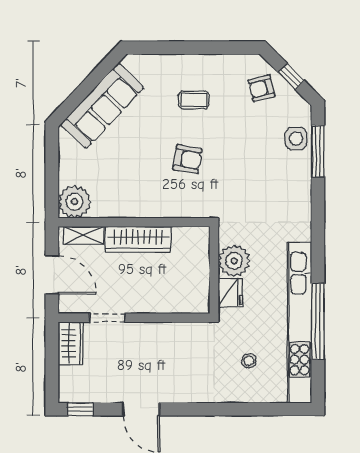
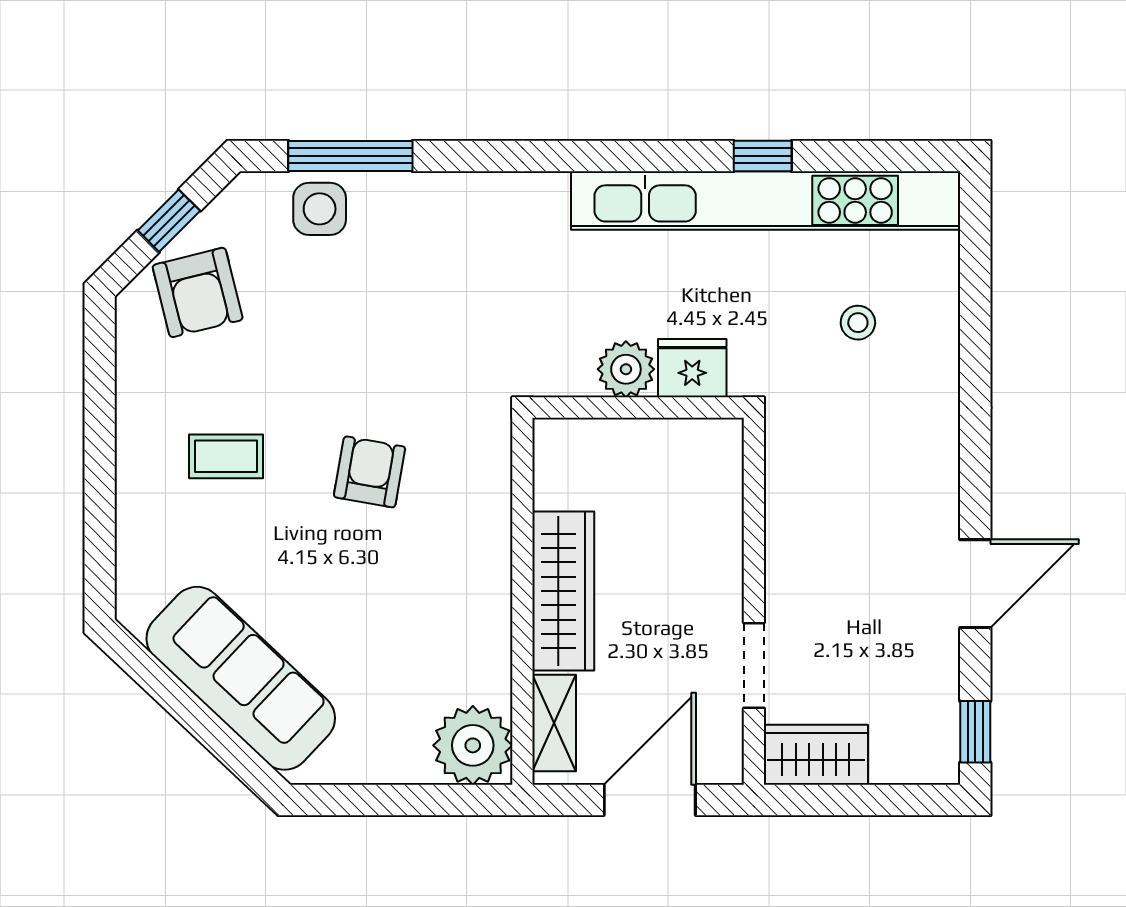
armchair: (262, 88) -> (198, 292), width x1.38, depth x1.38
coffee table: (194, 100) -> (226, 456), turned 90
plant: (234, 261) -> (626, 369), width x0.73, depth x0.73
window: (318, 321) -> (763, 156), width x0.32

